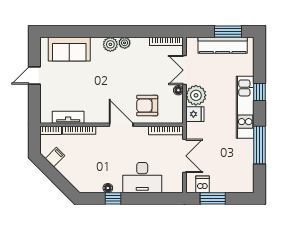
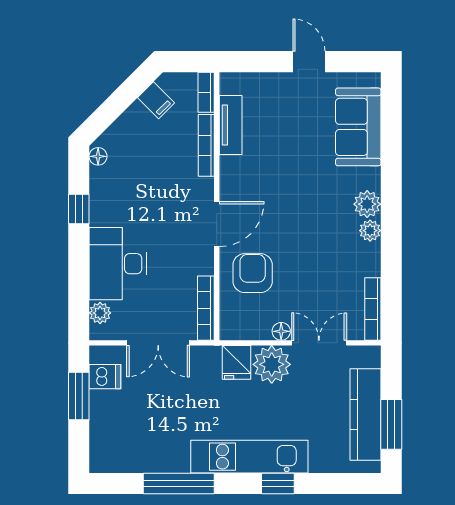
plant: (169, 187) -> (100, 313), added
floor lamp: (108, 188) -> (98, 156), moved

